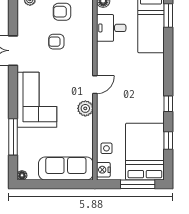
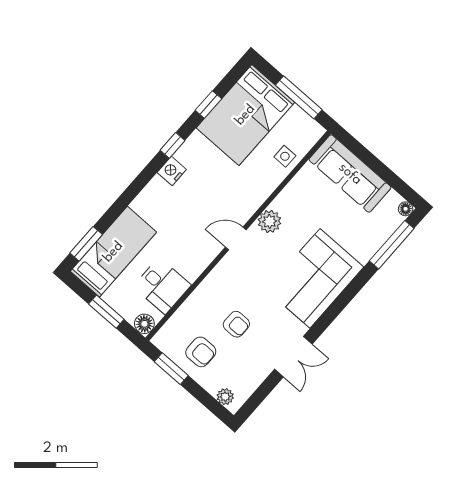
window: (13, 137) -> (392, 245), moved
nightstand: (103, 170) -> (172, 171), moved, turned 180
window: (138, 184) -> (299, 97), moved

